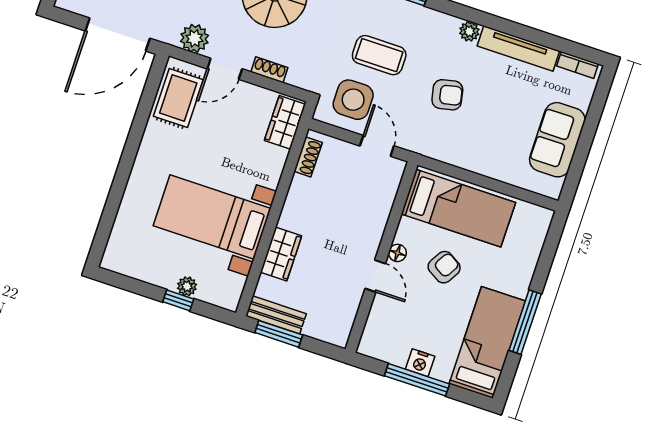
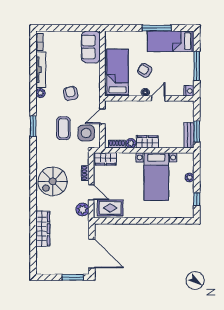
door: (118, 35) -> (92, 253), moved
sofa: (557, 140) -> (91, 47), moved, turned 90
plant: (300, 187) -> (131, 143), added
wardrobe: (281, 254) -> (147, 142), moved
window: (178, 300) -> (197, 199), moved
nightstand: (420, 363) -> (189, 91), moved

